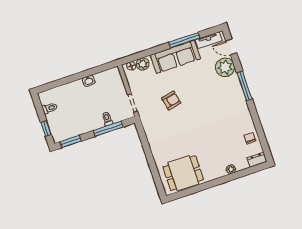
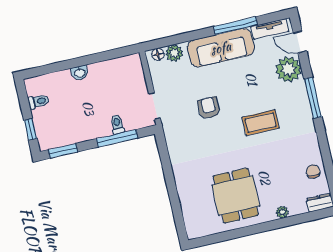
washbasin: (89, 81) -> (80, 73), moved
armchair: (171, 100) -> (209, 108), turned -78
coffee table: (209, 107) -> (261, 123), added
dining table: (183, 173) -> (236, 196), moved, turned 90

